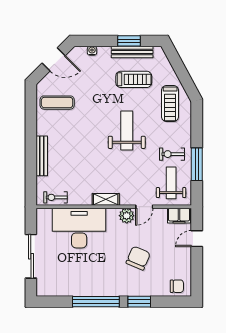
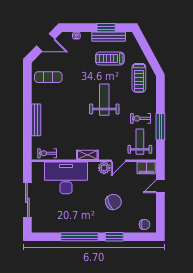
treadmill: (134, 79) -> (110, 59), turned 180
chair: (138, 258) -> (113, 202), turned 44

